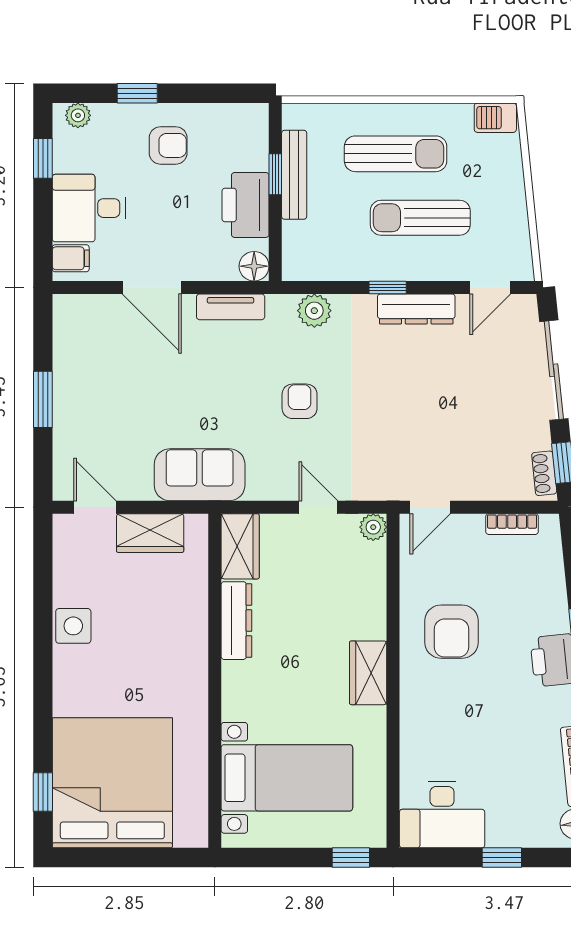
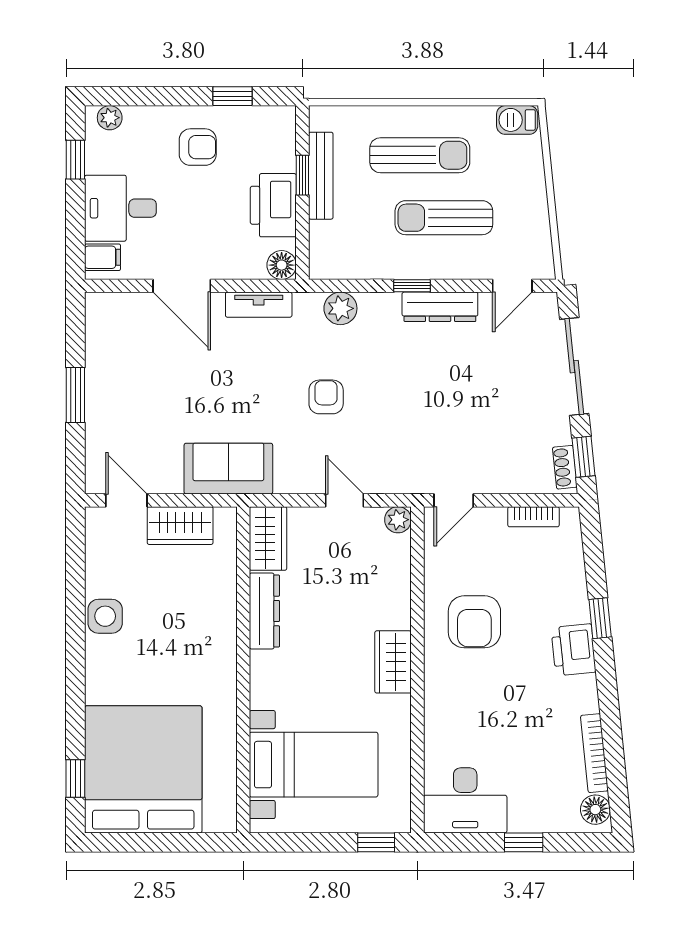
window: (137, 93) -> (232, 96), moved

